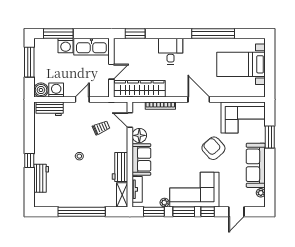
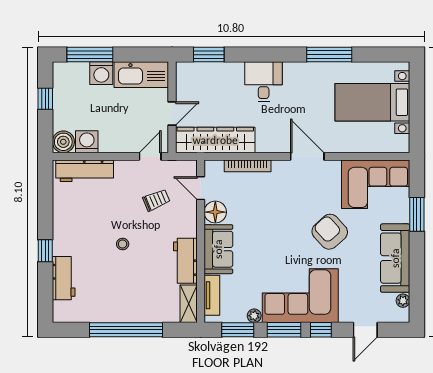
window: (213, 34) -> (329, 55), width x0.68
window: (29, 62) -> (45, 99), width x0.46
door: (82, 99) -> (150, 156), moved
workbench: (50, 109) -> (85, 171), width x1.38

